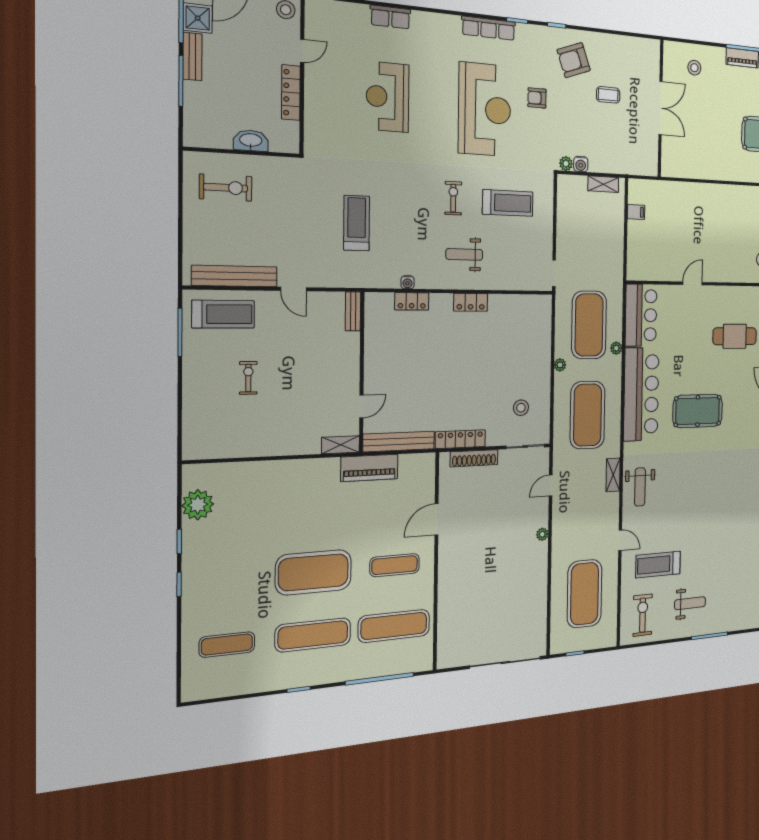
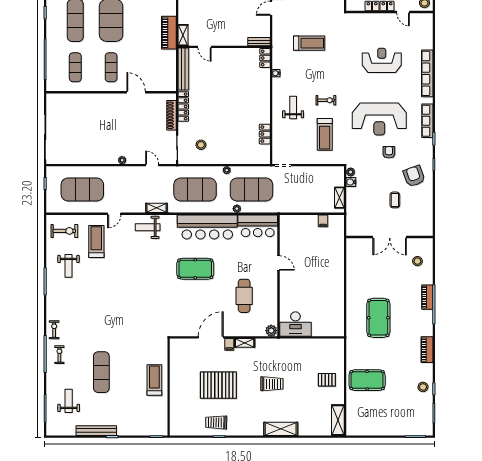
row of seats: (390, 17) -> (427, 73), width x2.02
locker: (412, 301) -> (265, 58), moved
locker: (471, 302) -> (265, 134), moved
pool table: (698, 411) -> (195, 269), turned 90
piano: (369, 468) -> (169, 33), moved
exercise mat: (394, 626) -> (75, 67), width x0.73, depth x0.69

